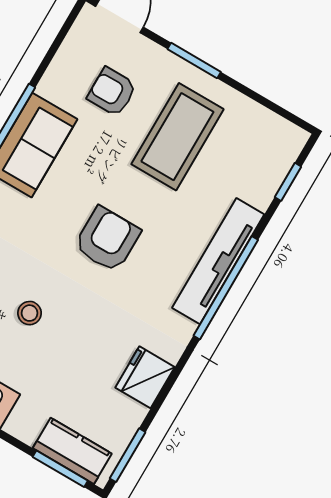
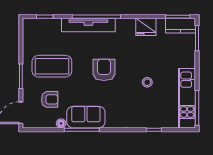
floor lamp: (49, 86) -> (61, 123), added
armchair: (112, 92) -> (50, 99), turned -90
armchair: (107, 239) -> (104, 70), turned 90
kitchen counter: (72, 451) -> (181, 26), moved, turned -90

